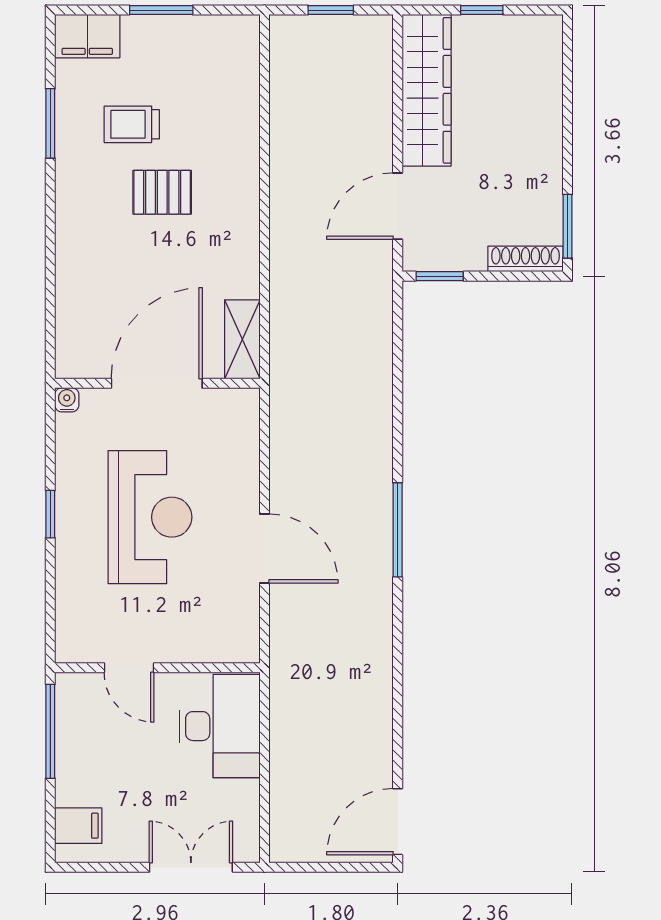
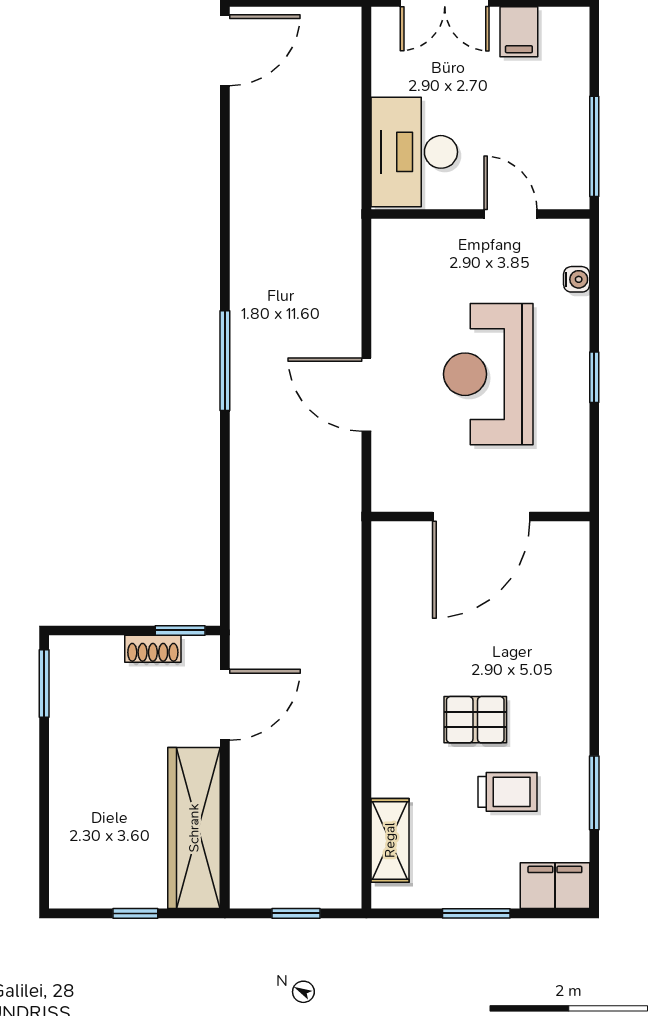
shoe rack: (526, 259) -> (153, 649), moved, width x0.70
shelving: (242, 339) -> (390, 840), moved
water cooler: (67, 400) -> (577, 279), moved, turned -90
door: (265, 549) -> (366, 395), moved
filing cabinet: (78, 826) -> (519, 32), moved, turned -90

